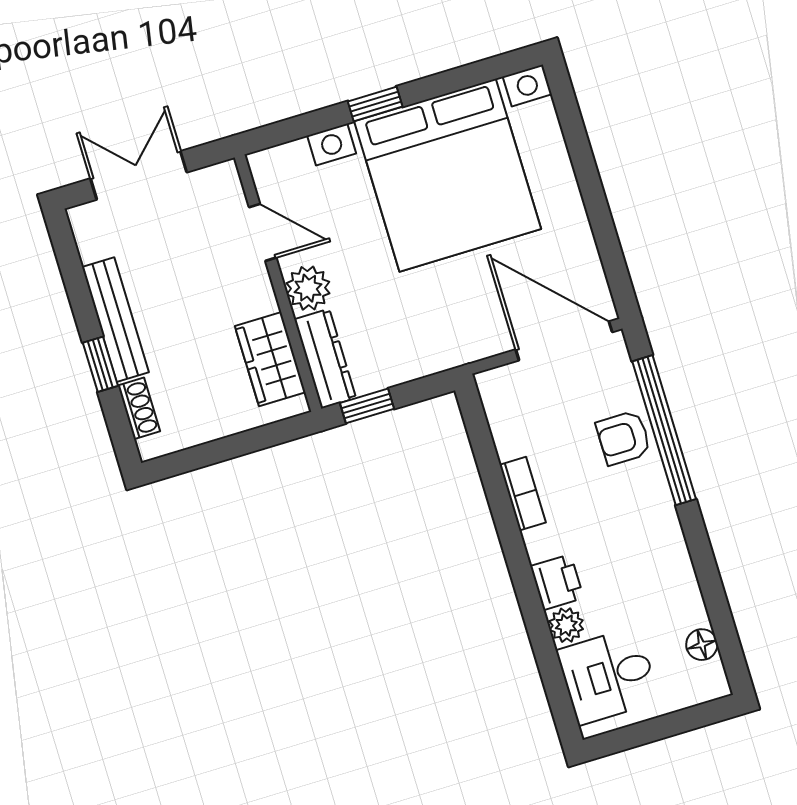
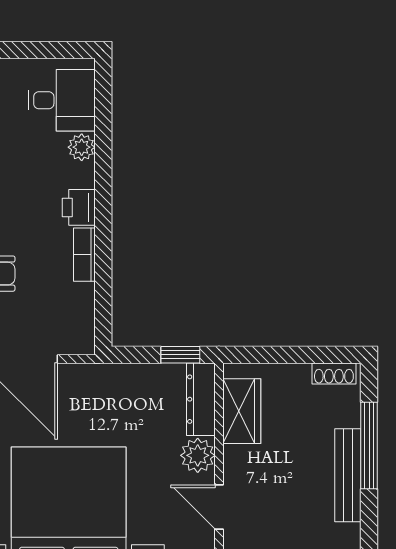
window: (100, 364) -> (369, 445), width x2.17
shoe rack: (139, 408) -> (334, 373), moved, turned -90
printer: (557, 582) -> (79, 207), moved

